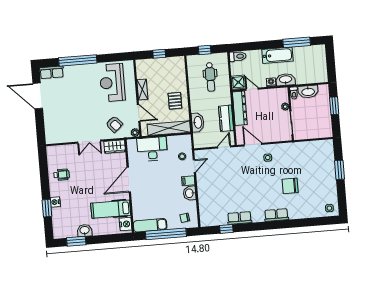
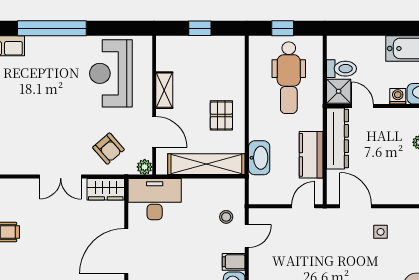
toilet: (238, 56) -> (341, 69), moved
dental chair: (210, 77) -> (289, 78), width x1.36, depth x1.38
desk: (152, 149) -> (155, 199), moved

